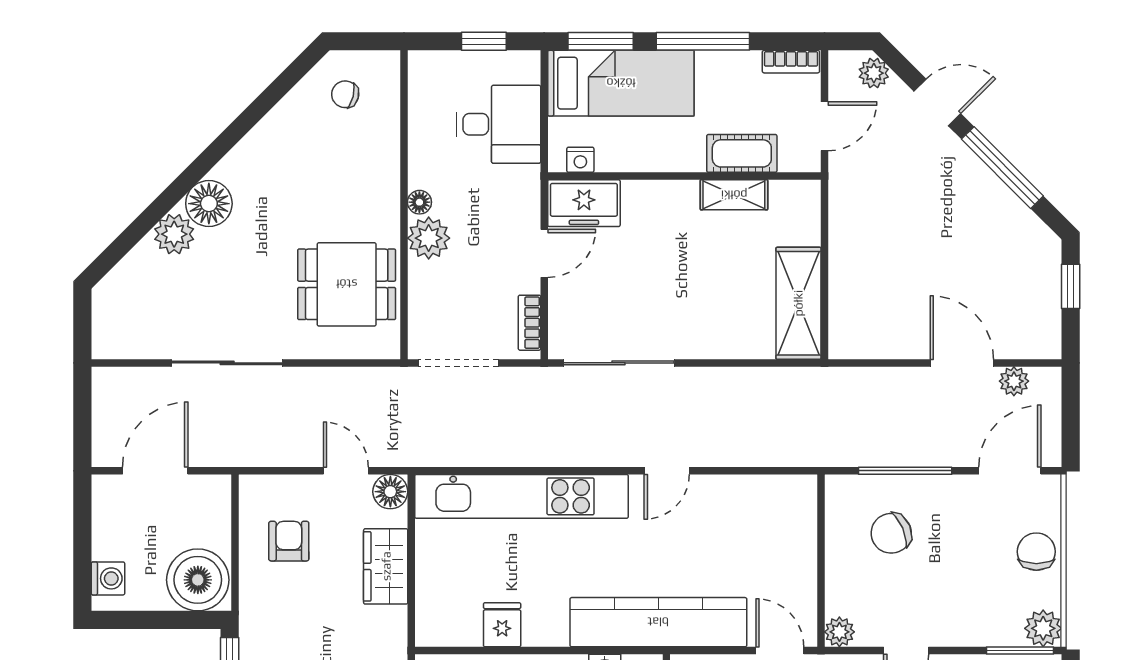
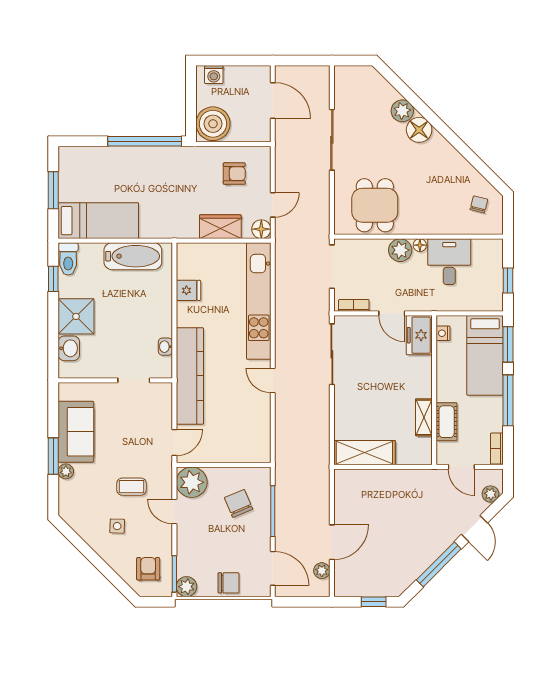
desk: (498, 124) -> (449, 262), moved, turned 180
plant: (839, 632) -> (192, 482), width x1.87, depth x1.87

